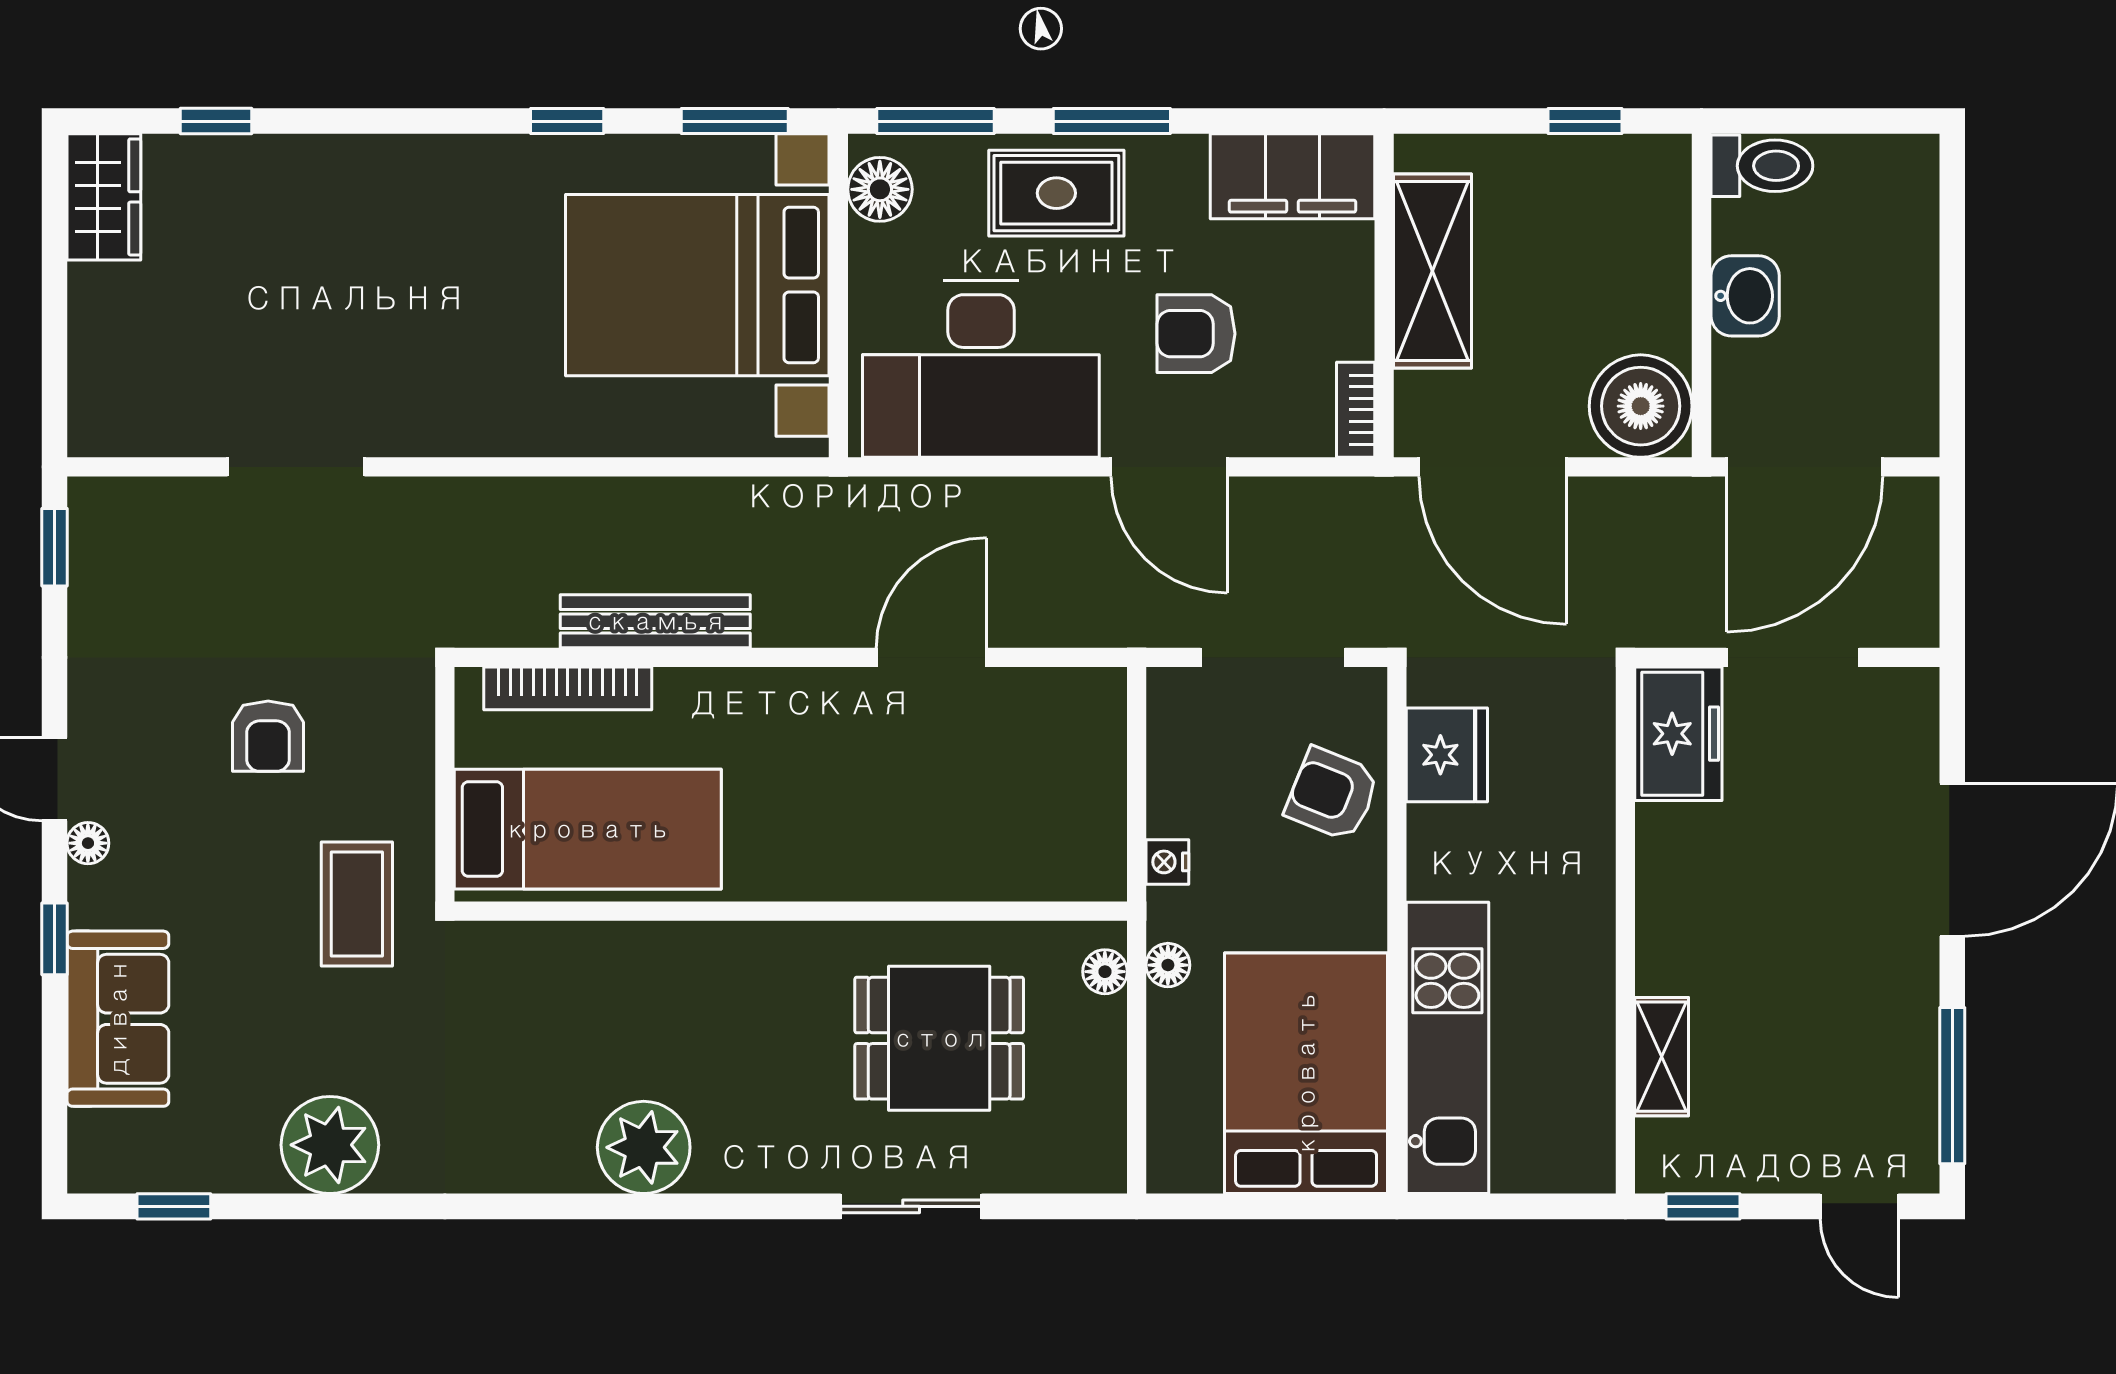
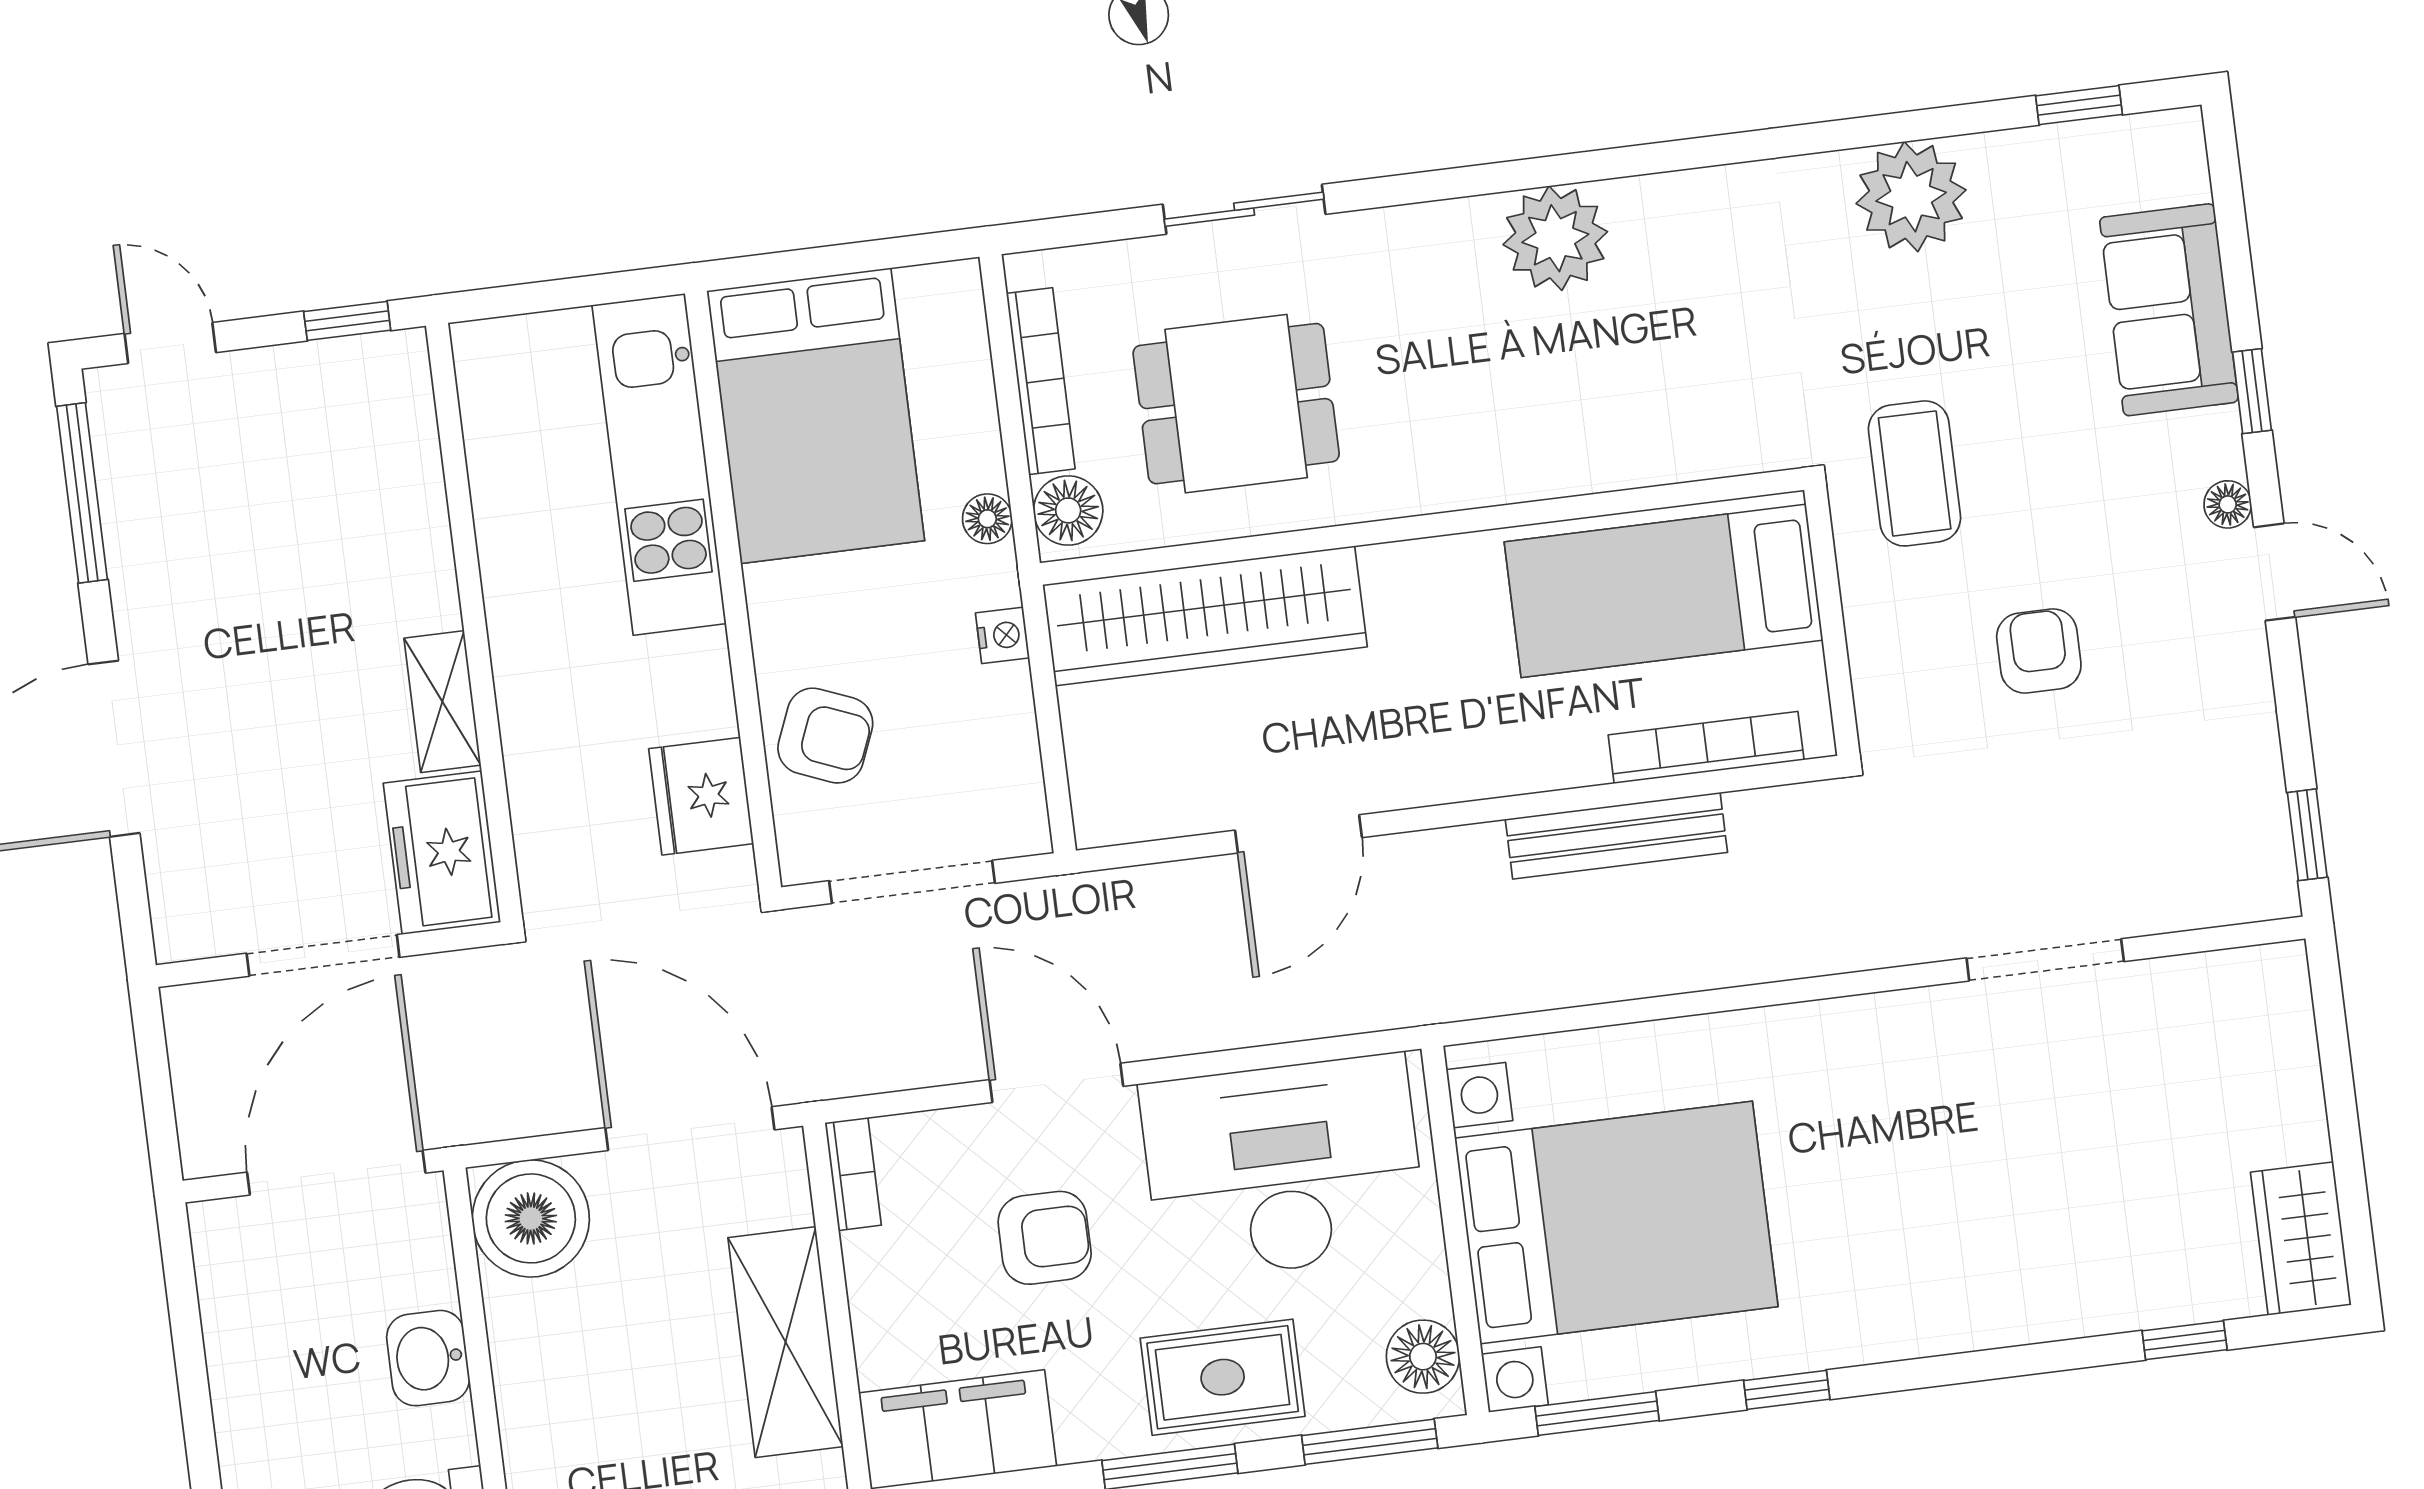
wardrobe: (989, 857) -> (1205, 616), added
floor lamp: (1105, 972) -> (1068, 510), width x1.37, depth x1.37
shelving: (1662, 1057) -> (442, 702), moved
bookcase: (1107, 1079) -> (1041, 381), added

